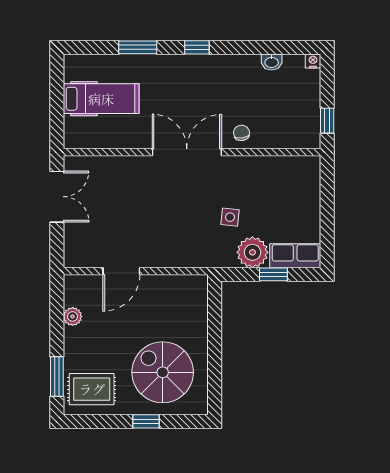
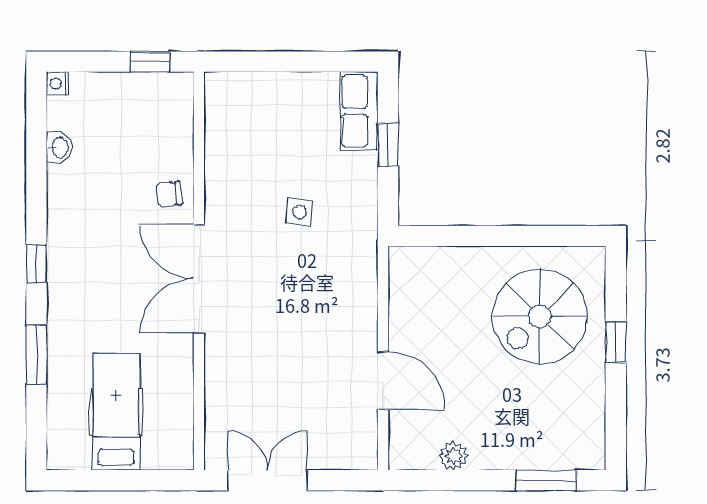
plant: (252, 252) -> (354, 177), removed
rug: (92, 389) -> (566, 426), removed

